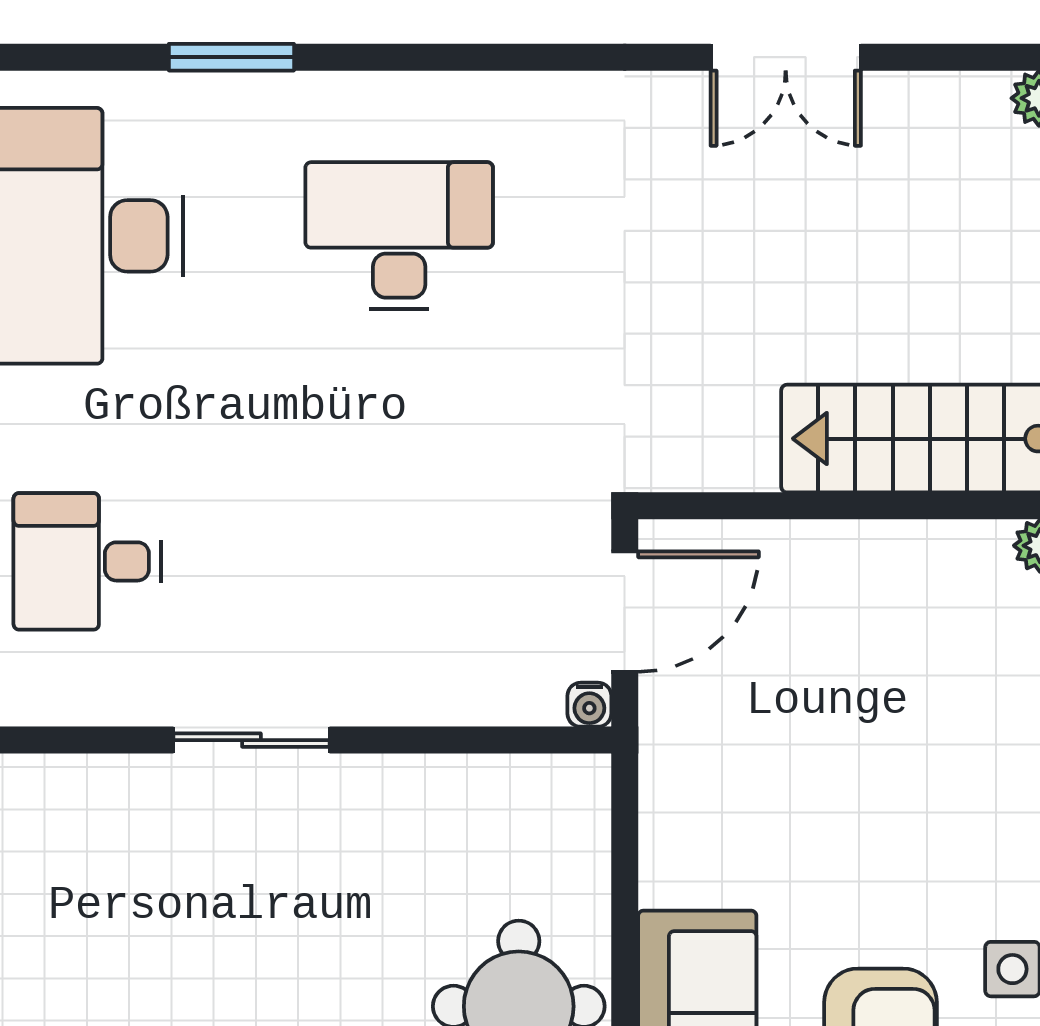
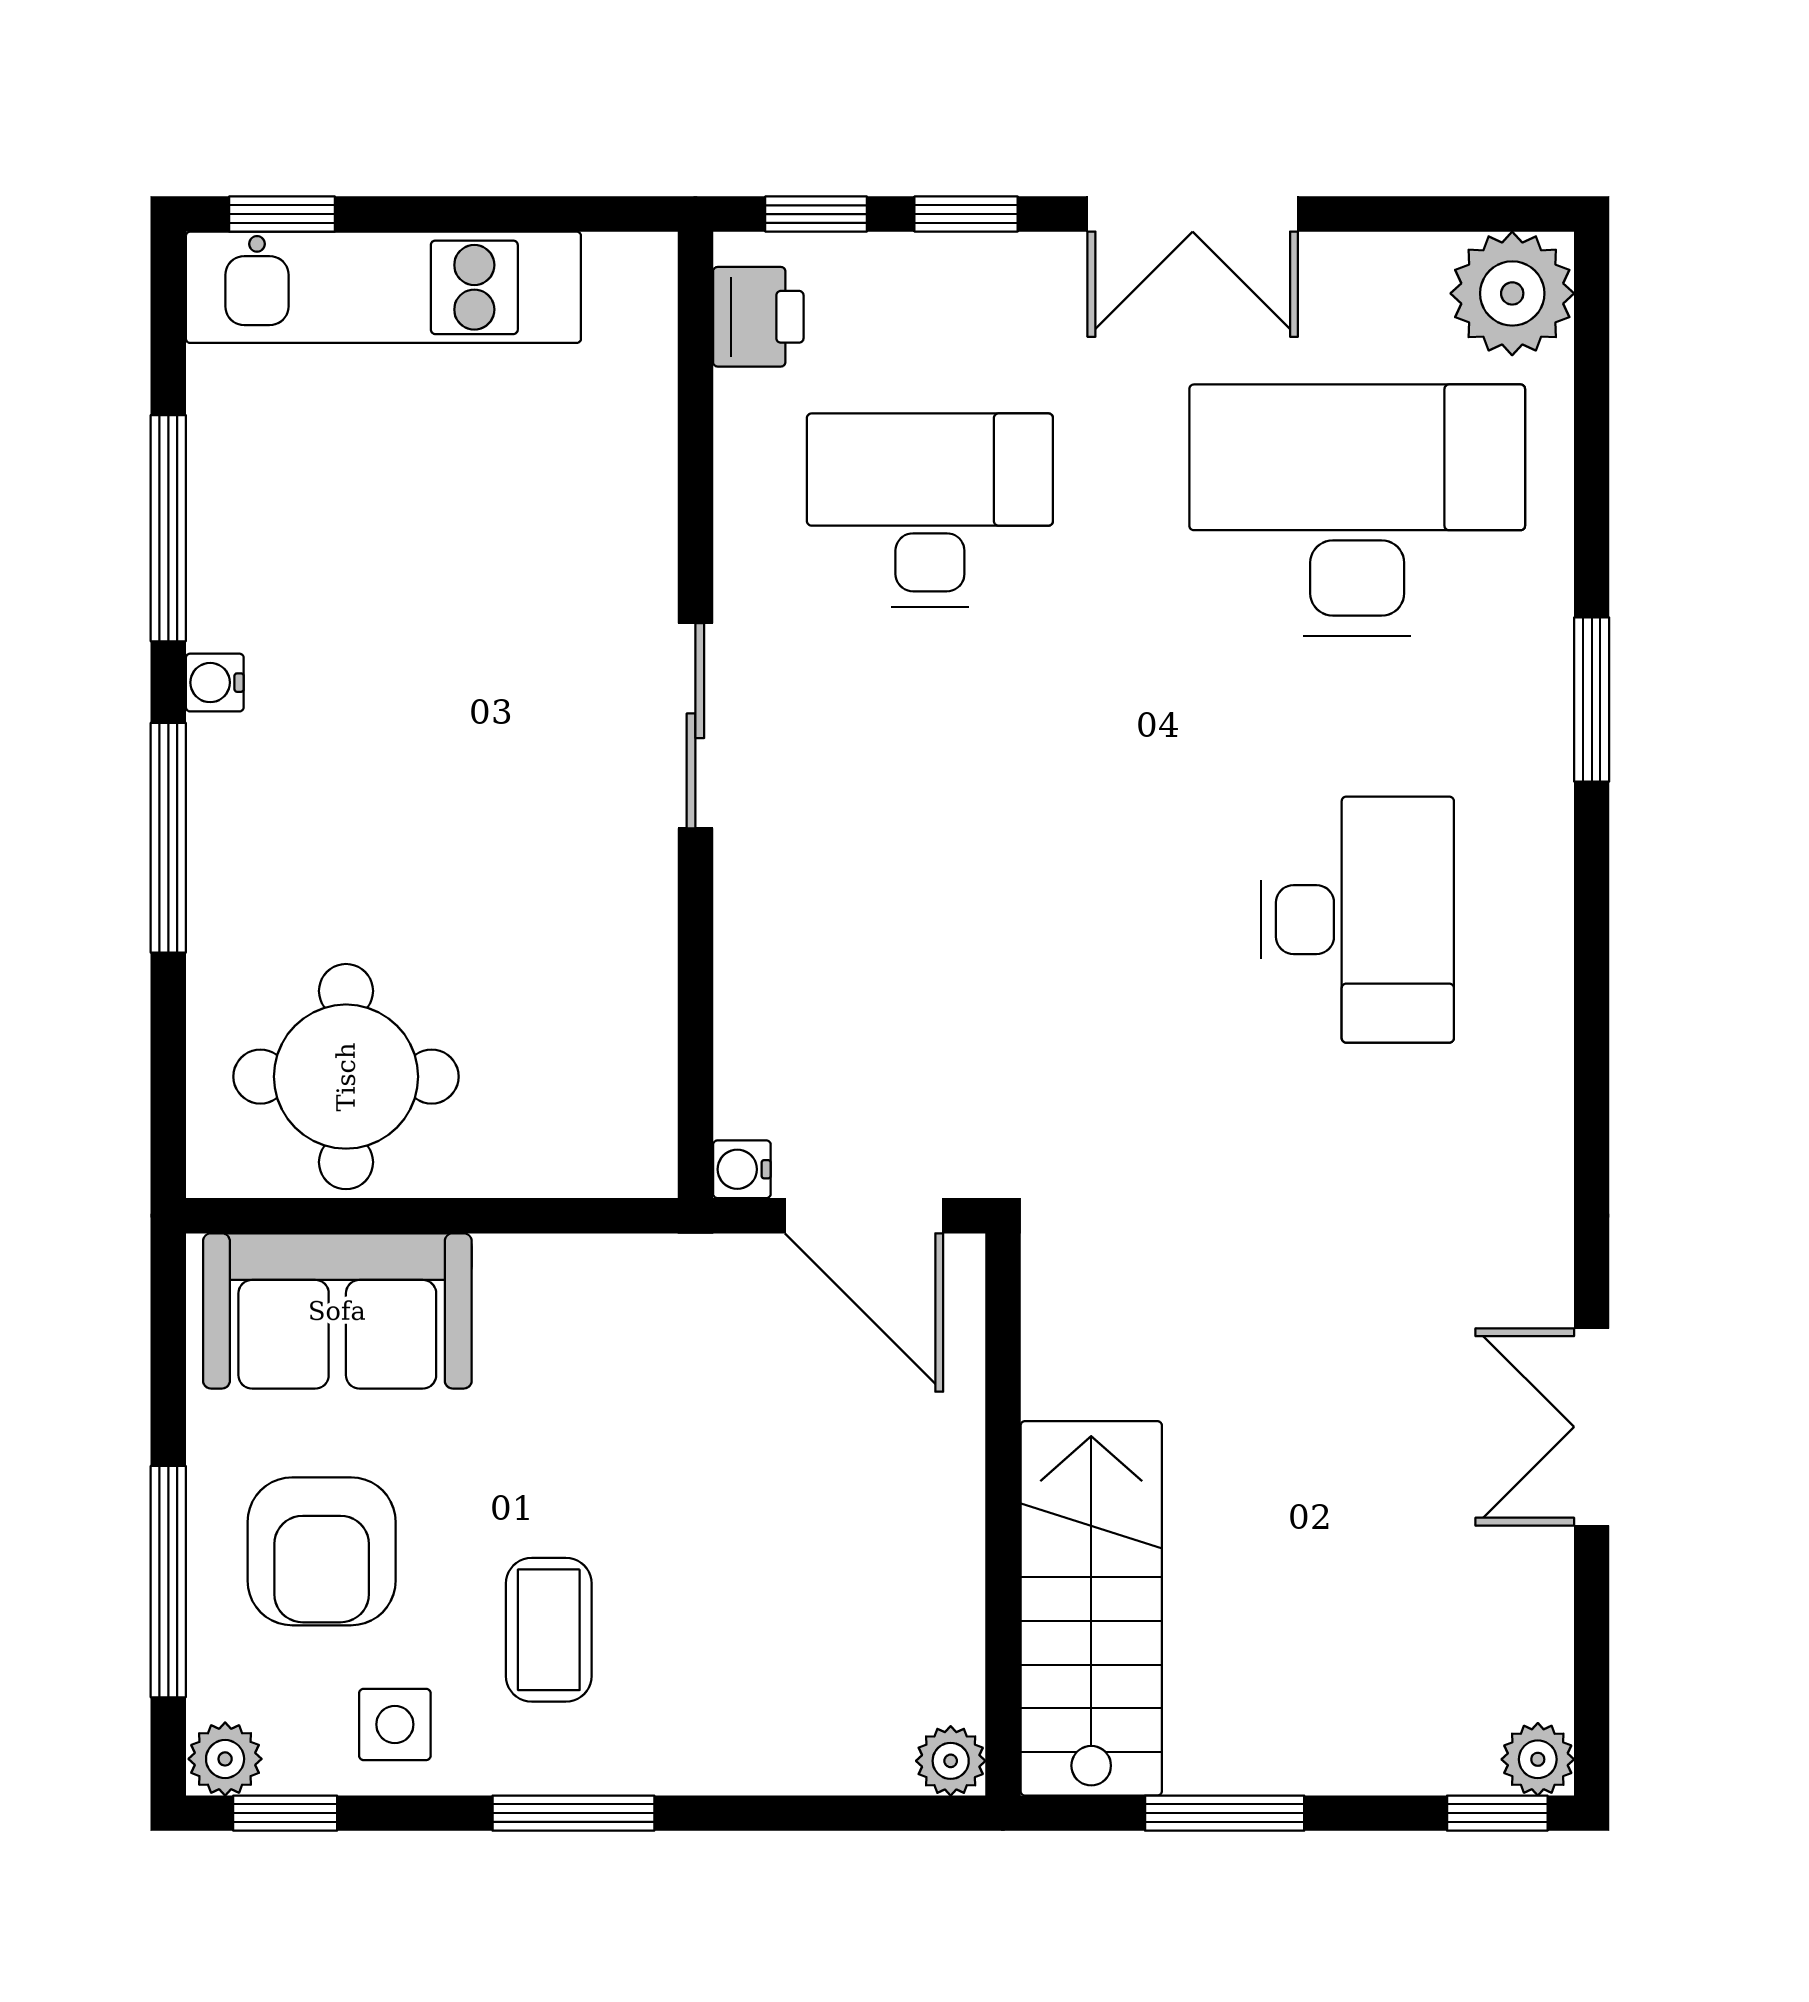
desk: (87, 561) -> (930, 510), width x1.37
coffee table: (940, 852) -> (549, 1630), added

